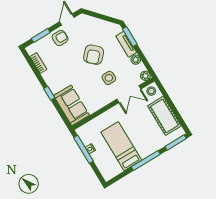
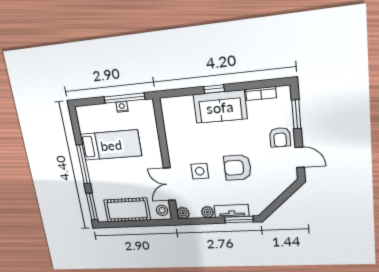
armchair: (94, 55) -> (238, 168), turned -43
sofa: (71, 105) -> (220, 107), moved

